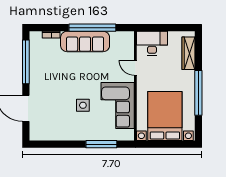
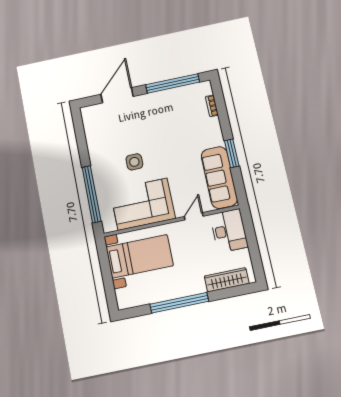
window: (92, 28) -> (232, 153), width x0.47
sofa: (85, 41) -> (219, 177), moved
bed with nightstands: (165, 116) -> (140, 256), width x0.73
window: (101, 144) -> (91, 194), width x1.46

